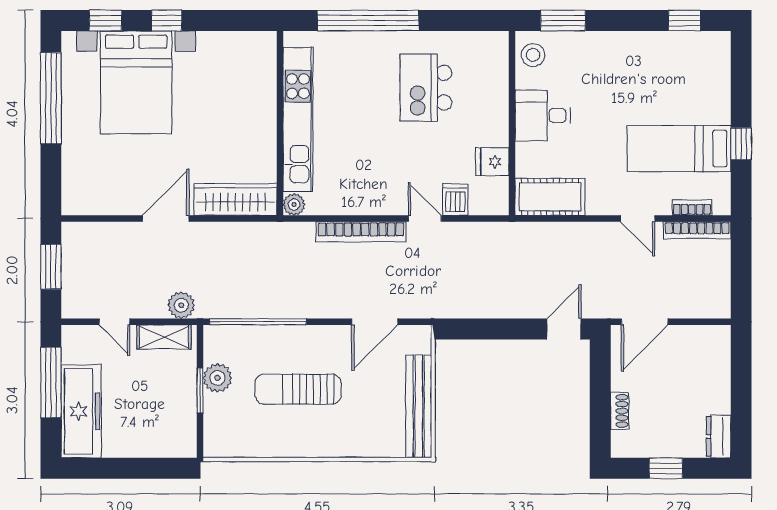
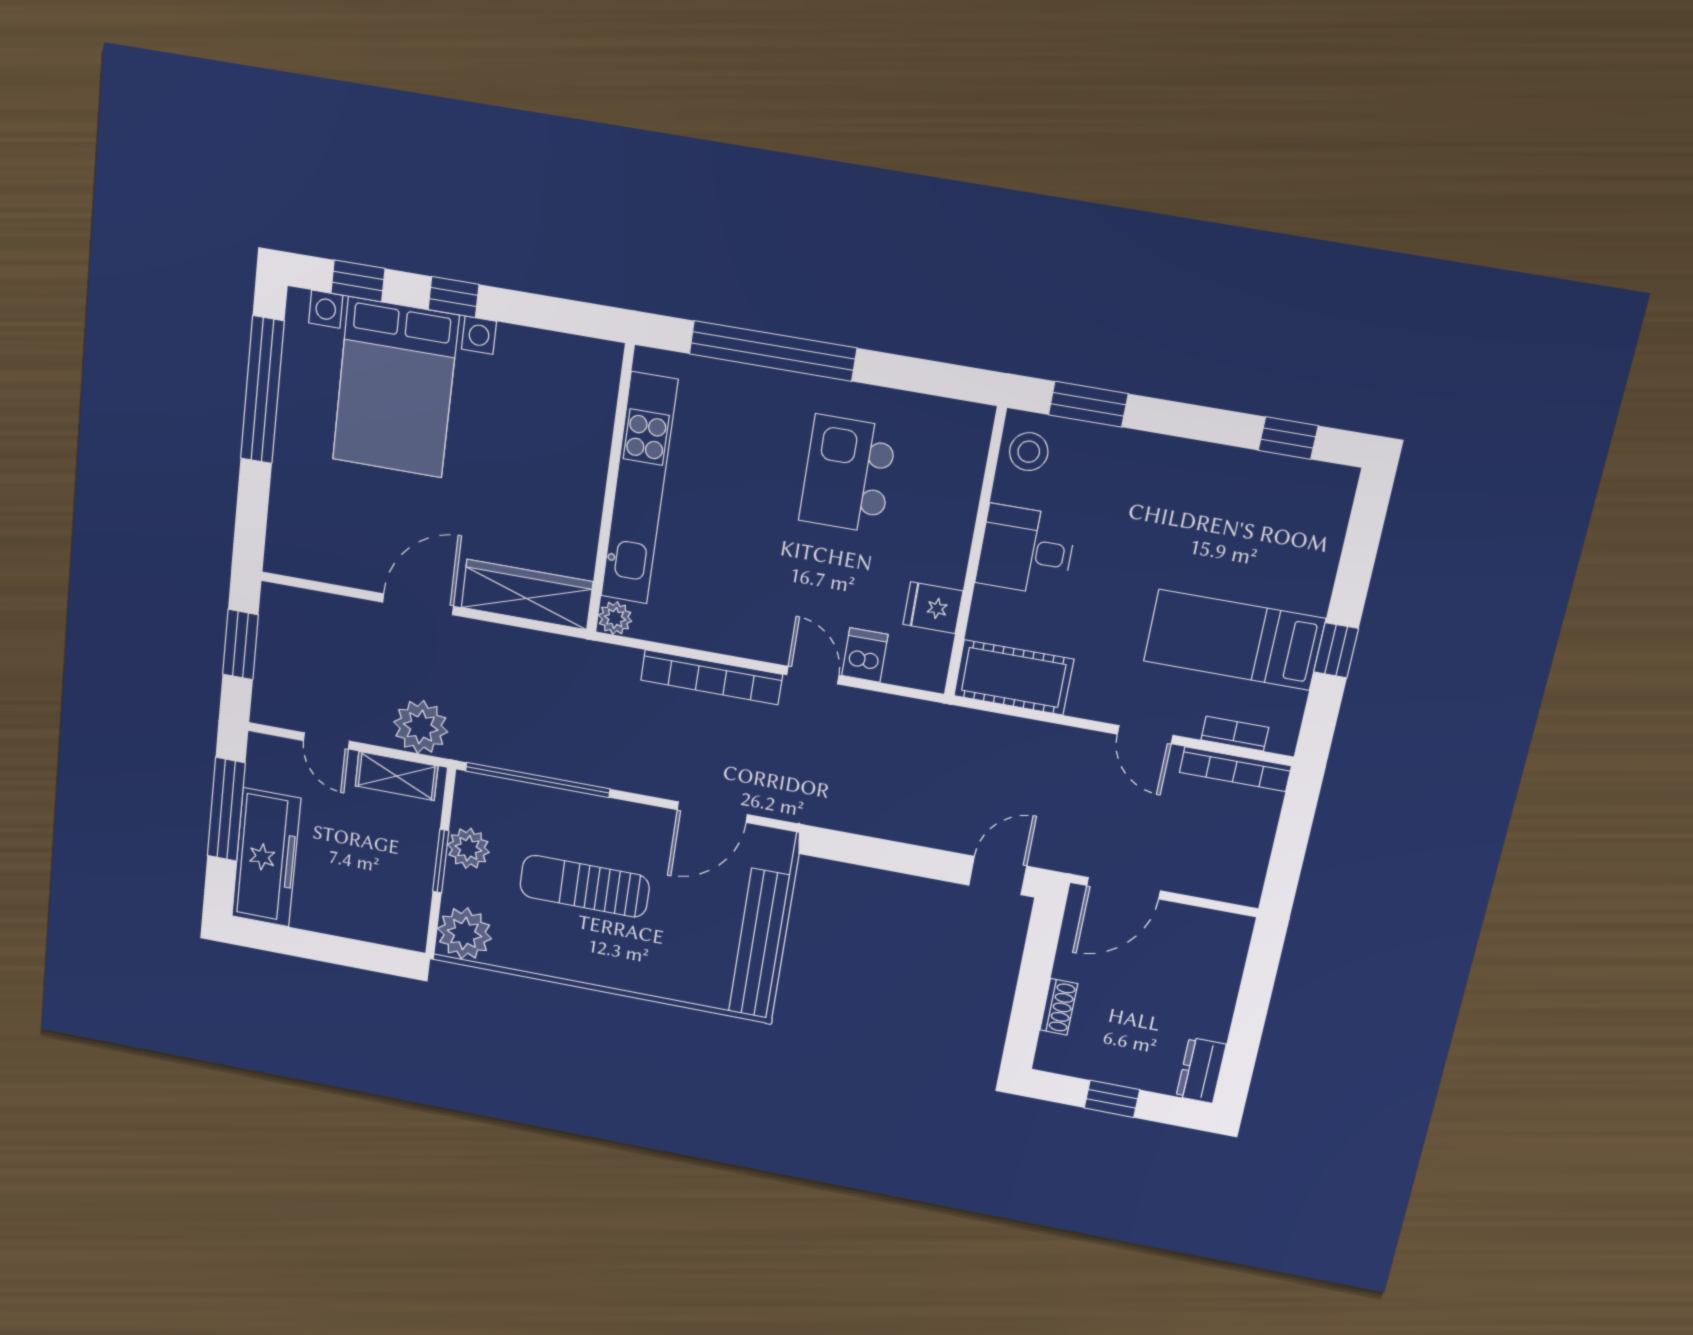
plant: (181, 305) -> (421, 727), width x1.36, depth x1.36
plant: (222, 439) -> (464, 933), added

